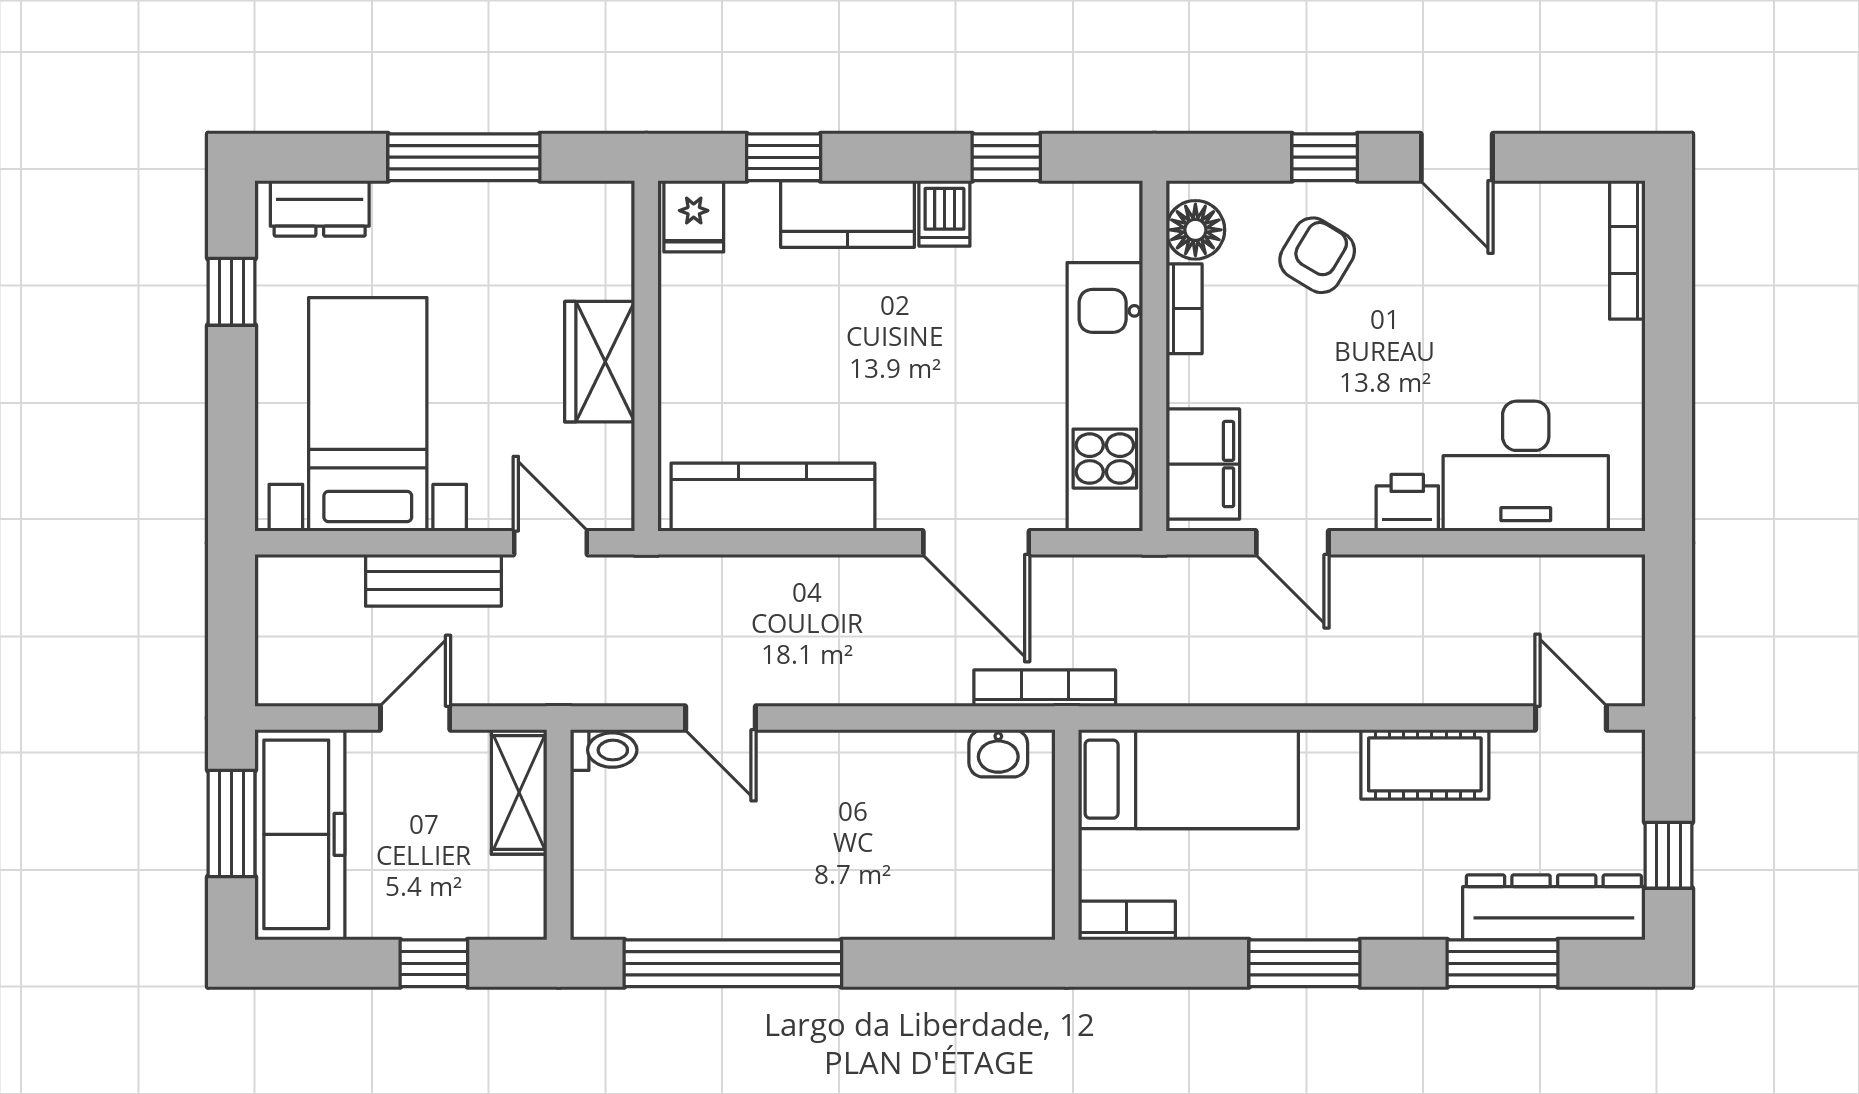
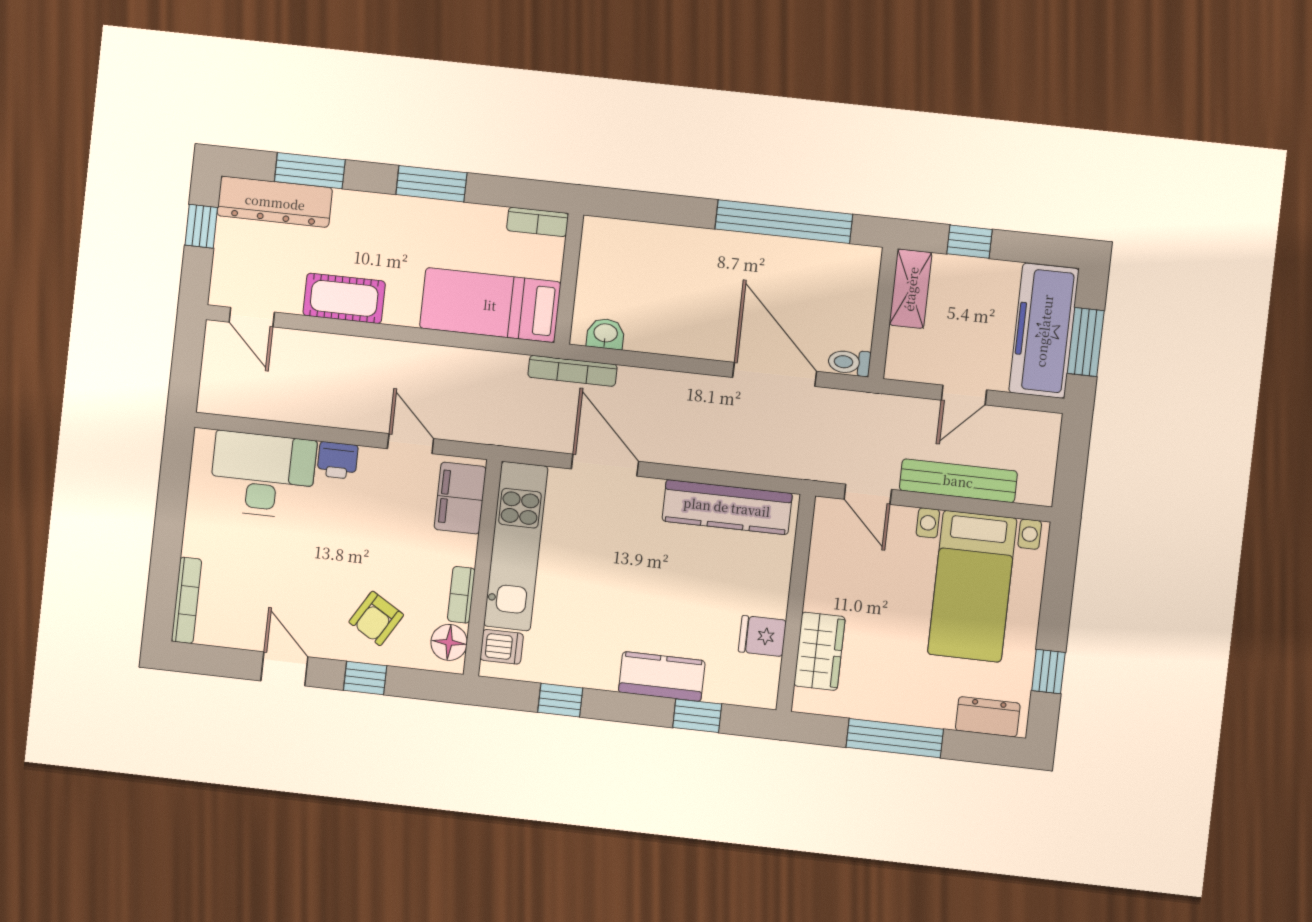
dishwasher: (944, 213) -> (502, 647), moved, turned 90
fridge: (694, 216) -> (762, 636), moved, turned -90
wardrobe: (600, 362) -> (819, 651), moved
bench: (433, 580) -> (958, 481), width x1.36
door: (721, 718) -> (775, 374), width x1.87
shelving: (519, 792) -> (911, 289), moved

